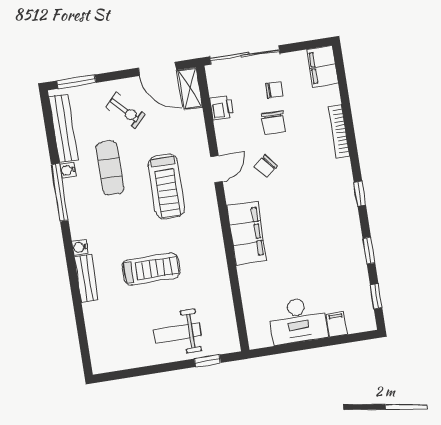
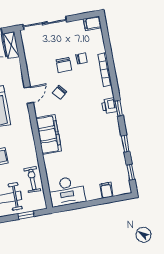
filing cabinet: (322, 67) -> (92, 23), width x0.50
chair: (274, 90) -> (82, 59), moved
printer: (222, 108) -> (109, 106), moved, turned 180
exercise bike: (219, 304) -> (32, 180), added
desk: (298, 320) -> (67, 191), moved

